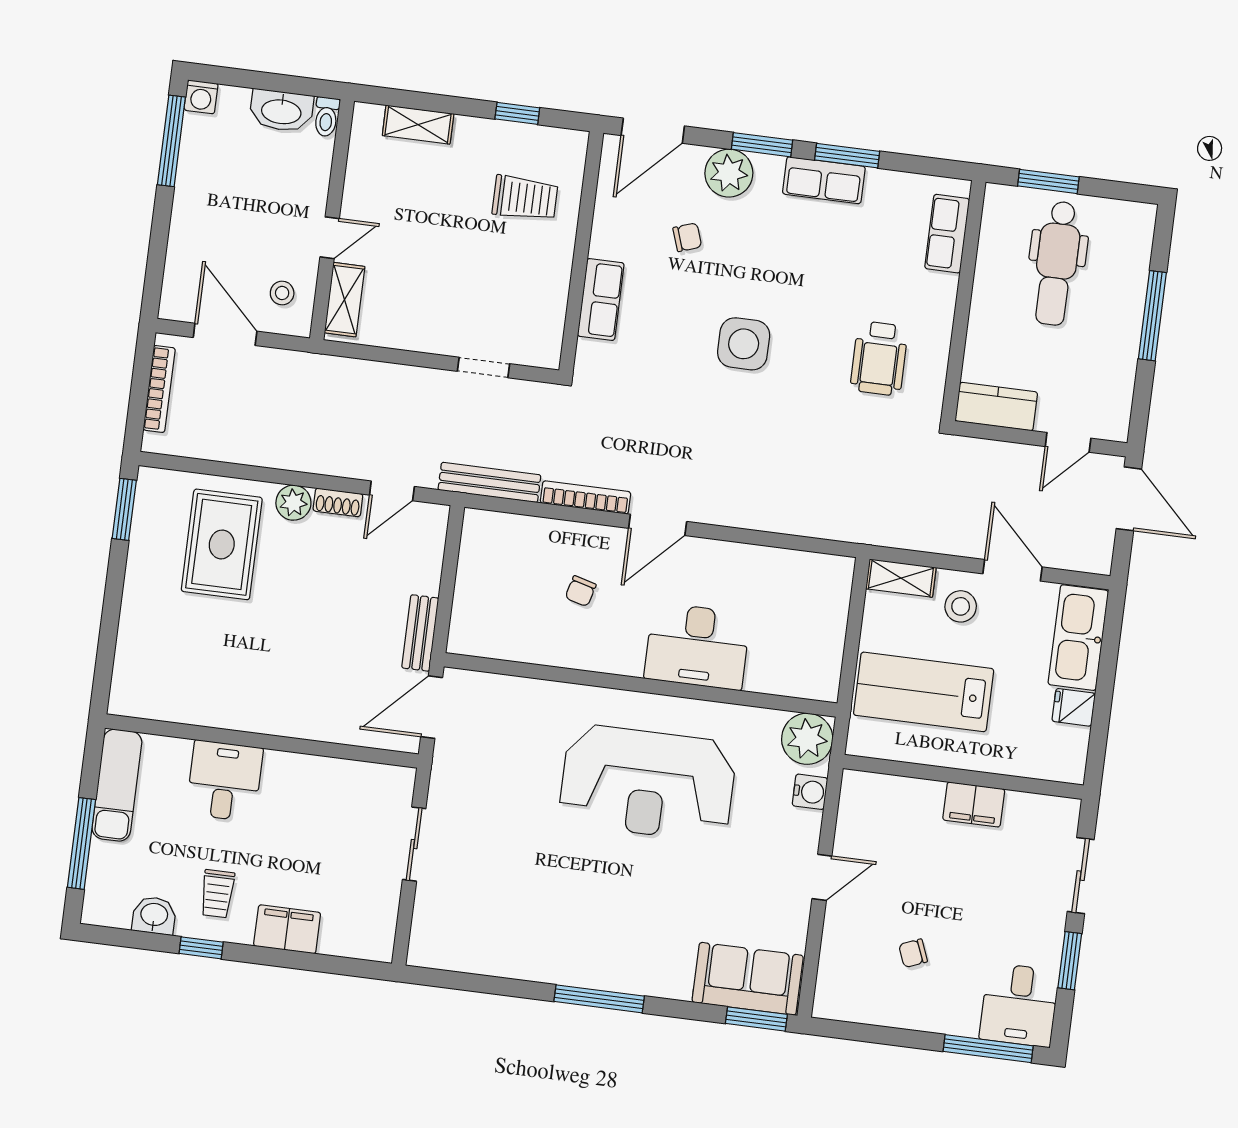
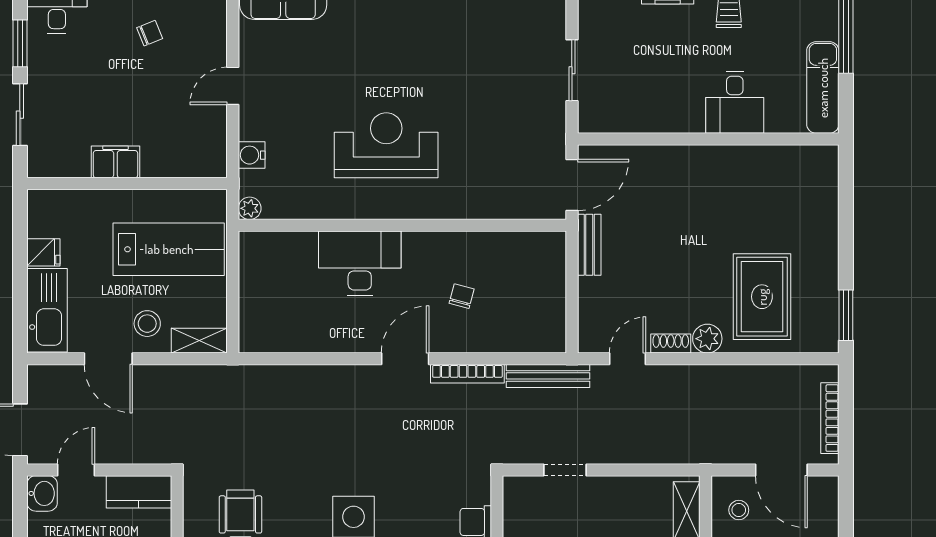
washbasin: (1112, 419) -> (42, 493), added
plant: (807, 739) -> (250, 208), width x0.53, depth x0.53
reception desk: (648, 783) -> (386, 145), width x0.74, depth x0.77

